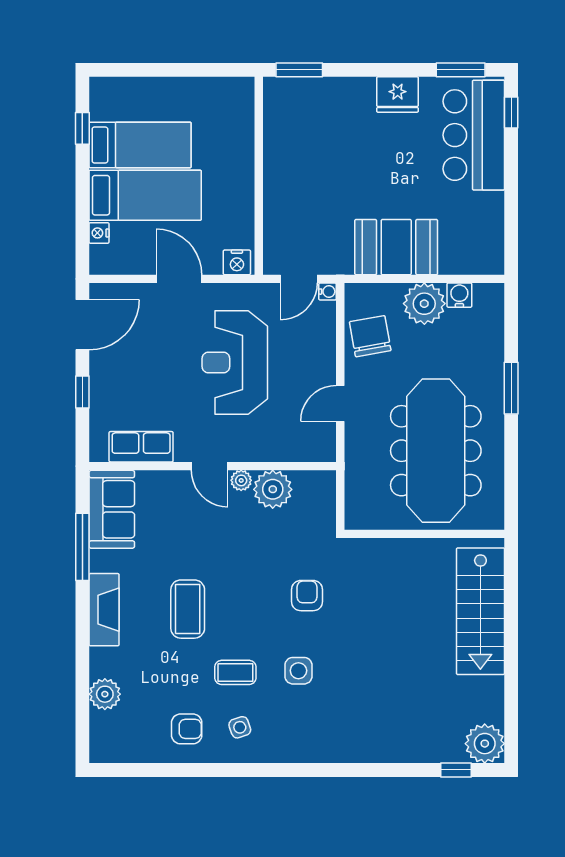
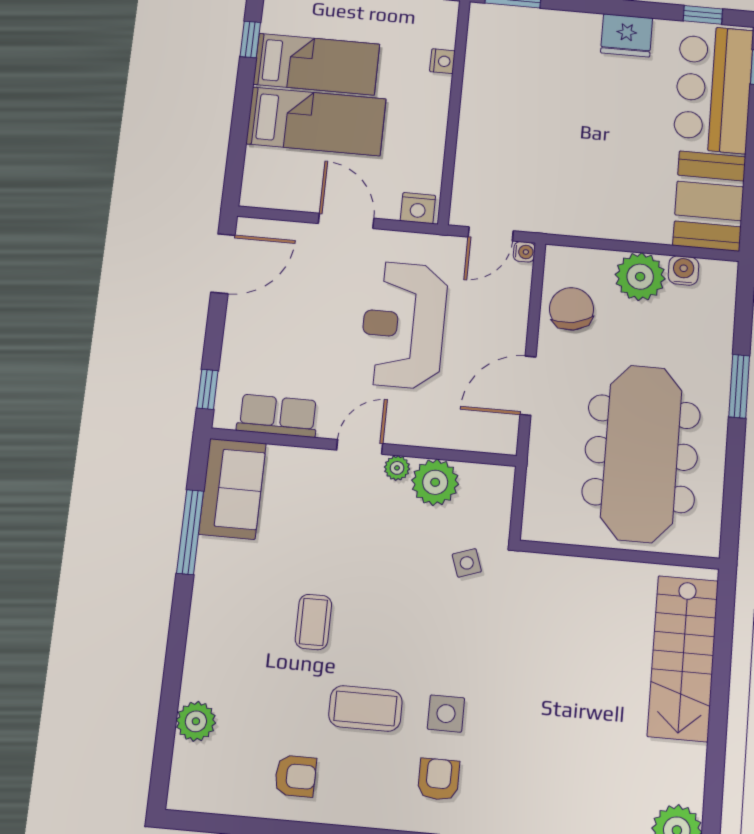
window: (461, 70) -> (703, 15), width x0.67
nightstand: (99, 233) -> (442, 61), moved, turned 180
booth: (396, 247) -> (709, 201), moved, turned 90
window: (82, 392) -> (208, 389), moved
door: (340, 403) -> (528, 386), width x1.38
door: (210, 466) -> (360, 447), swing flipped
armchair: (307, 596) -> (439, 779), moved
coffee table: (188, 609) -> (313, 622), width x0.73, depth x0.77
fireplace: (104, 610) -> (208, 613), removed
coffee table: (235, 672) -> (365, 708), width x1.36, depth x1.30
side table: (240, 727) -> (467, 563), moved

